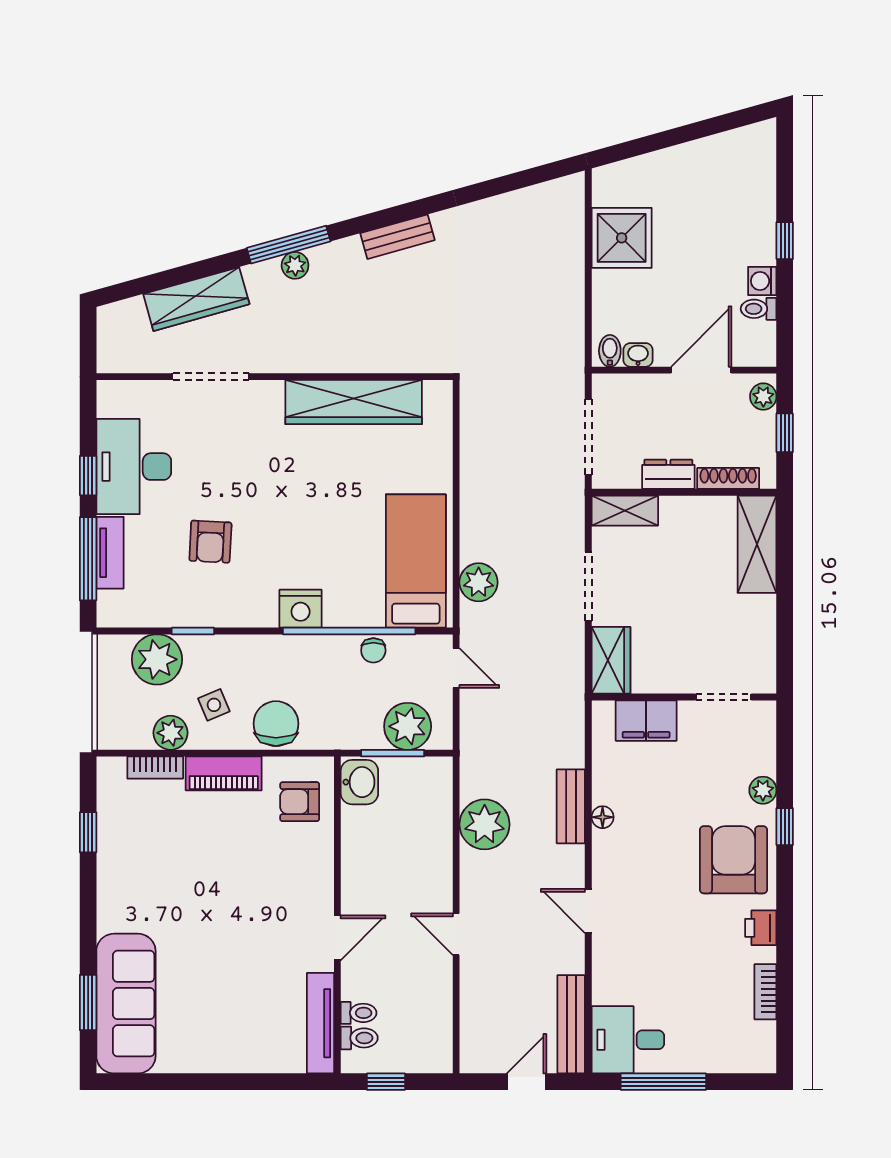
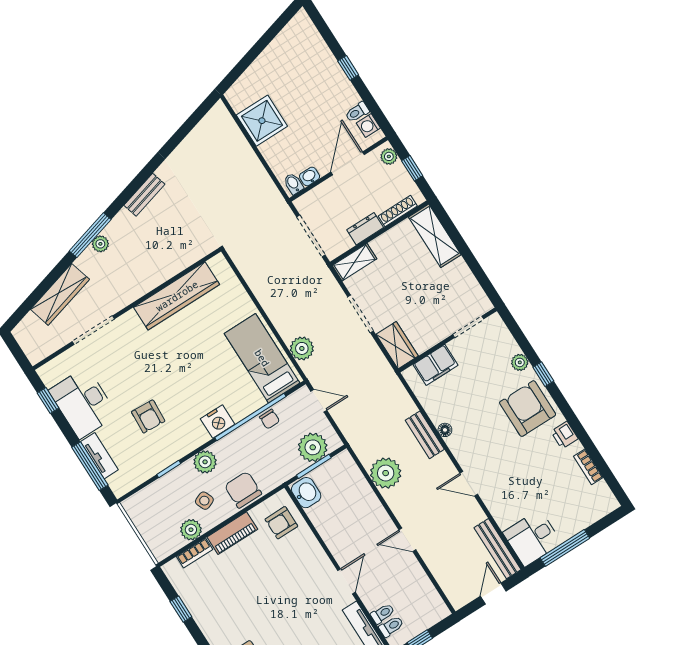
washing machine: (762, 281) -> (368, 125), moved
window: (88, 476) -> (48, 401), moved
plant: (157, 659) -> (205, 462), moved, width x0.73, depth x0.73

